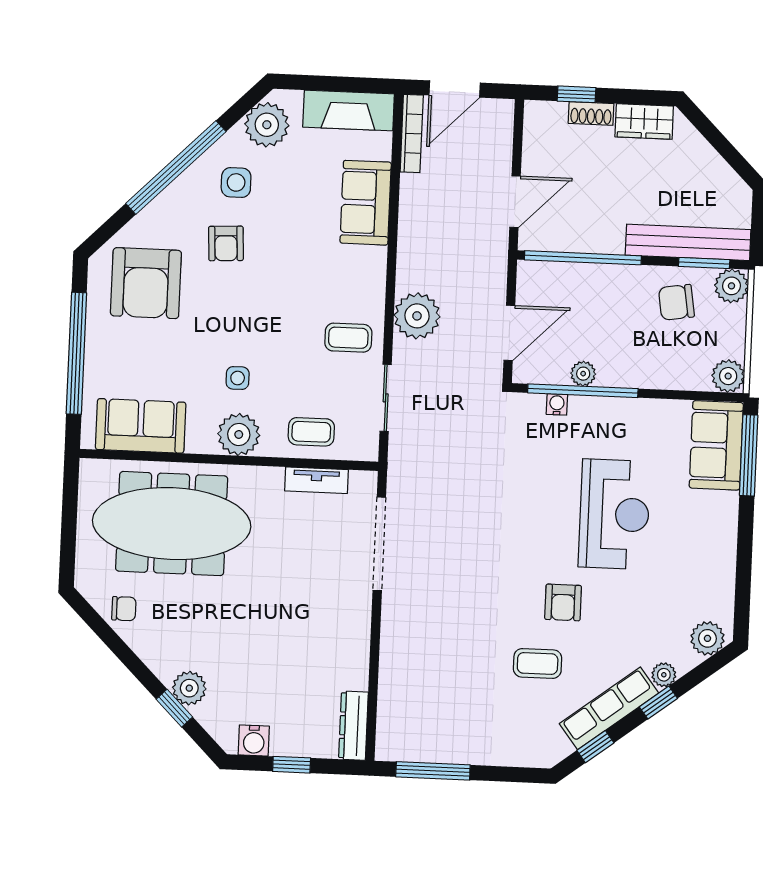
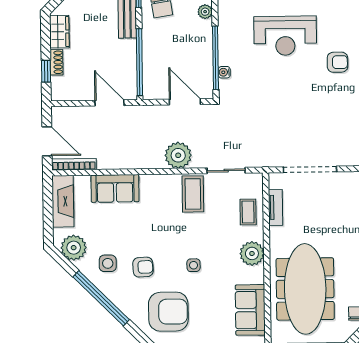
coffee table: (348, 338) -> (193, 194), width x1.36, depth x1.30
plant: (583, 374) -> (205, 12), moved
side table: (238, 378) -> (194, 265), moved
reception desk: (614, 514) -> (285, 36), turned 180

